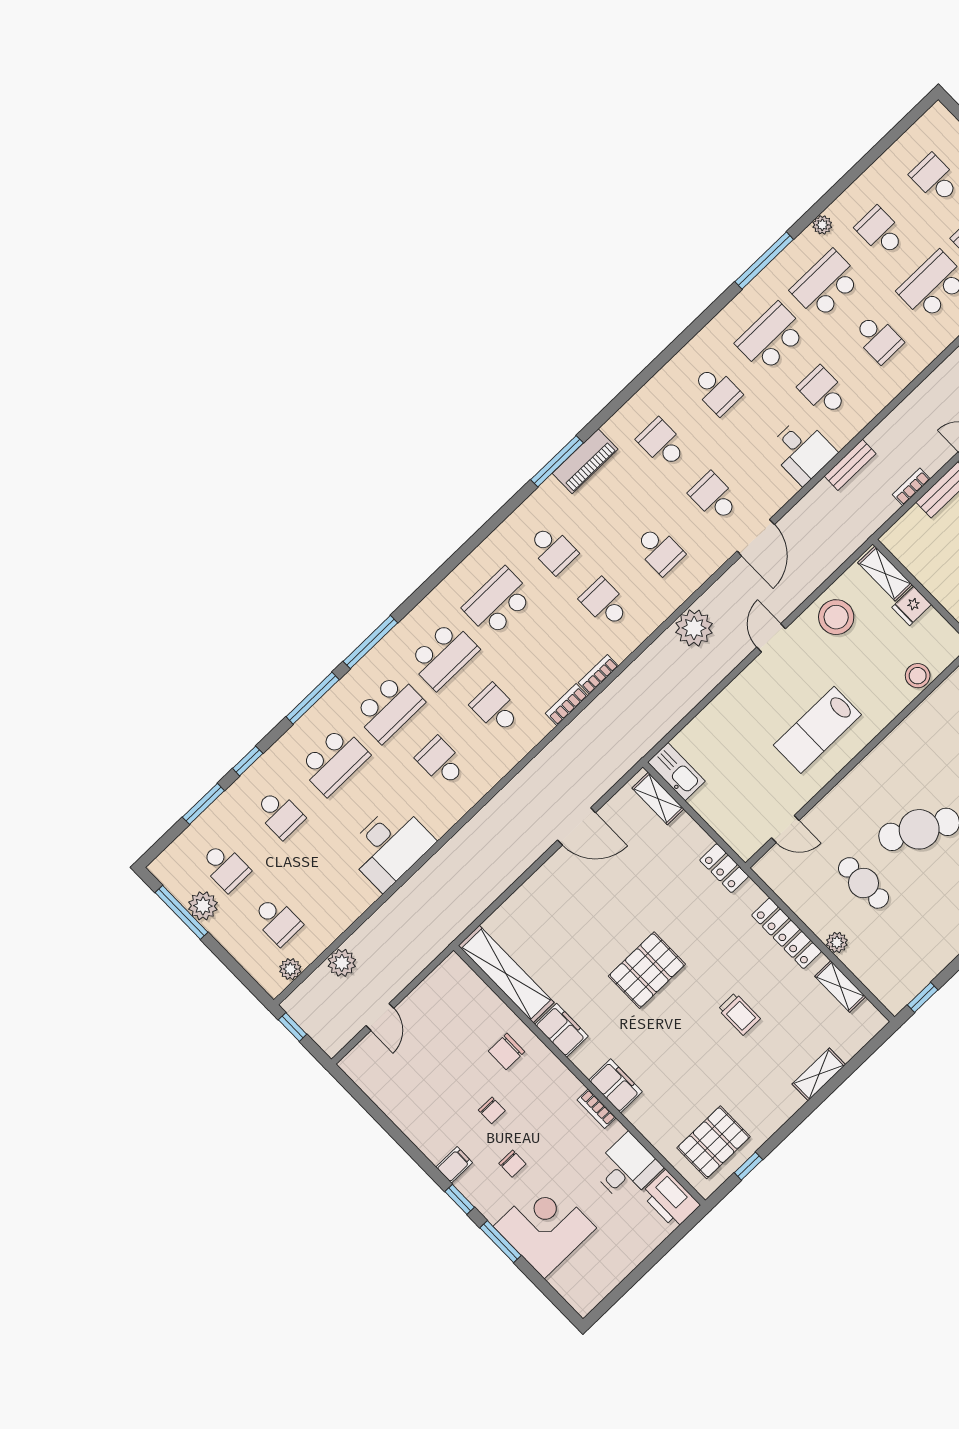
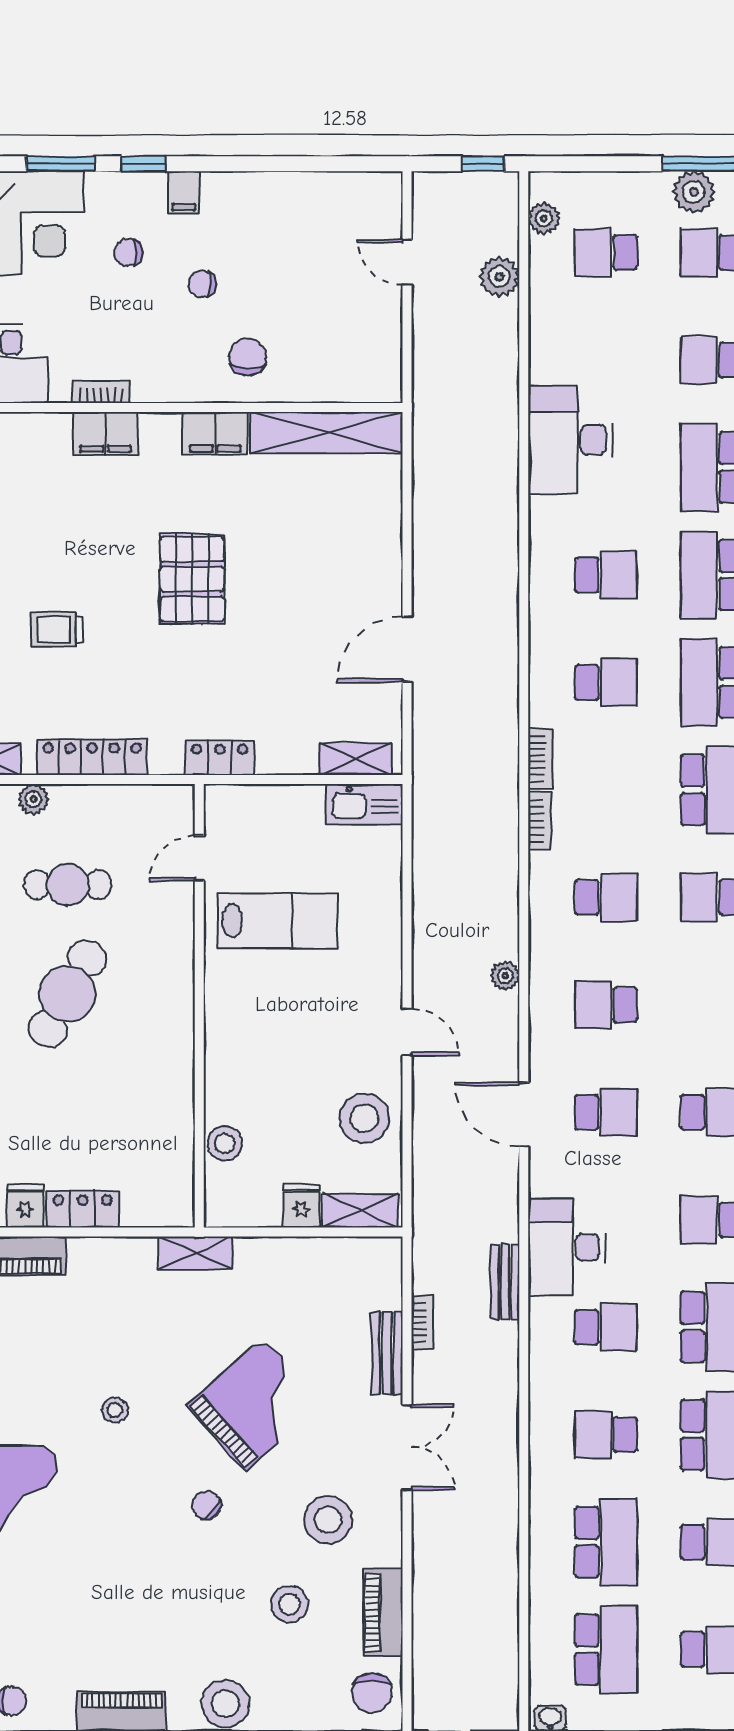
desk: (802, 451) -> (566, 1247), width x1.37
plant: (694, 628) -> (505, 976), width x0.53, depth x0.53
lab bench: (817, 730) -> (278, 921), moved, turned 90

